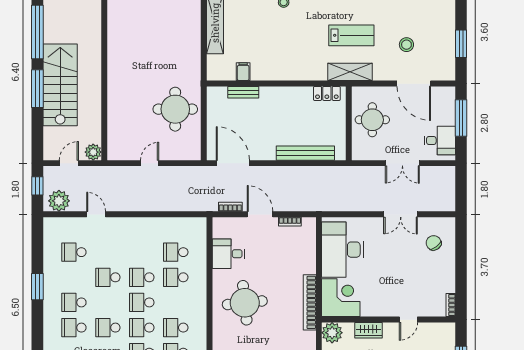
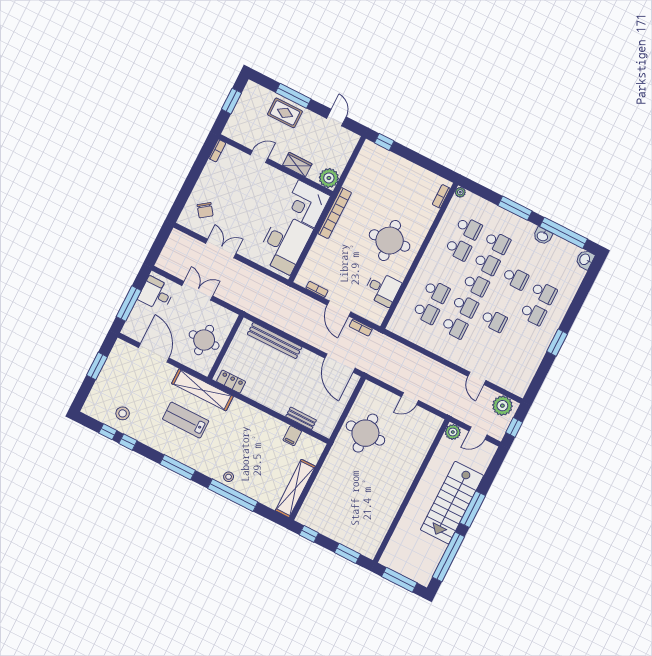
stool: (406, 45) -> (123, 413), moved
shelving: (350, 72) -> (202, 390), width x1.47
school desk: (74, 252) -> (455, 327), moved

